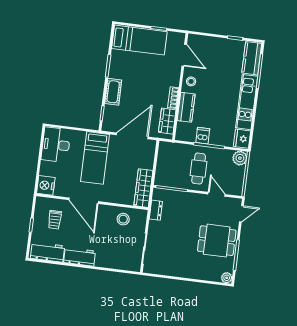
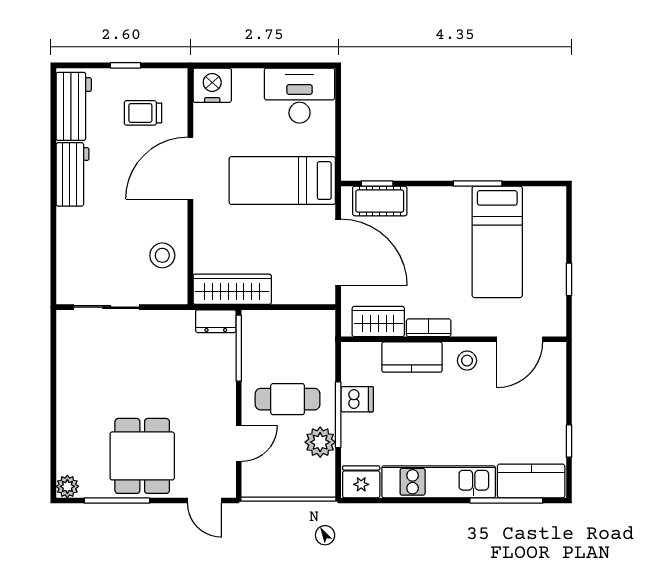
bed: (139, 40) -> (497, 242), moved
cot: (113, 92) -> (380, 201), moved
plant: (240, 158) -> (320, 442), moved
dresser: (156, 210) -> (216, 321), moved

